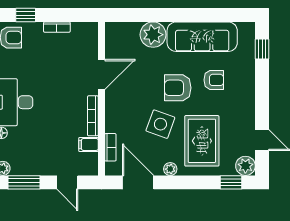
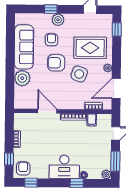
window: (262, 49) -> (51, 9), moved
armchair: (178, 88) -> (56, 63), turned 90
plant: (245, 166) -> (58, 20), moved

